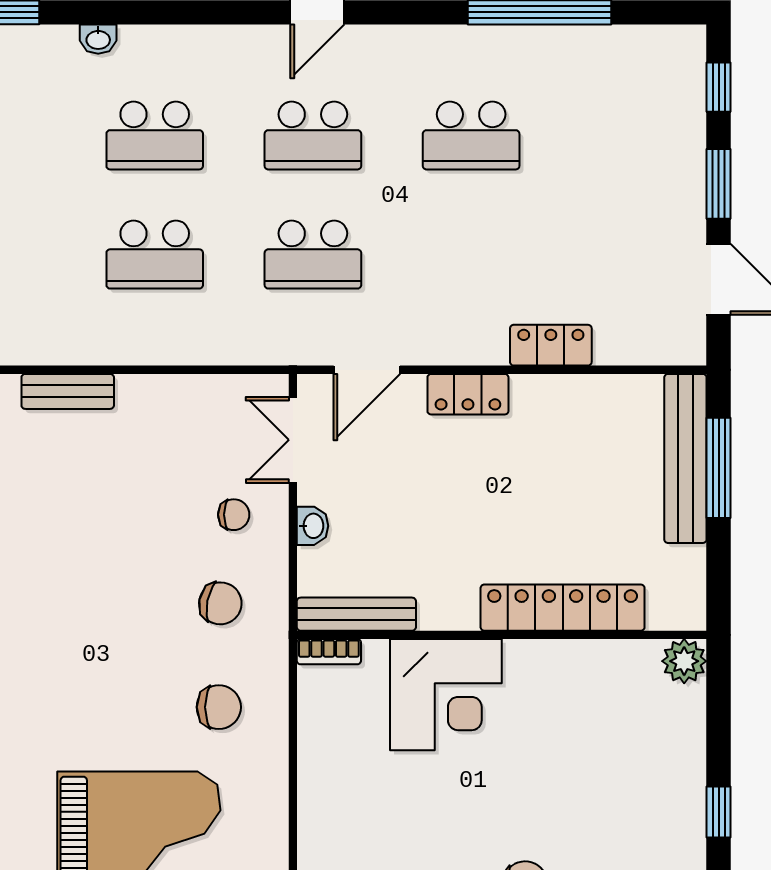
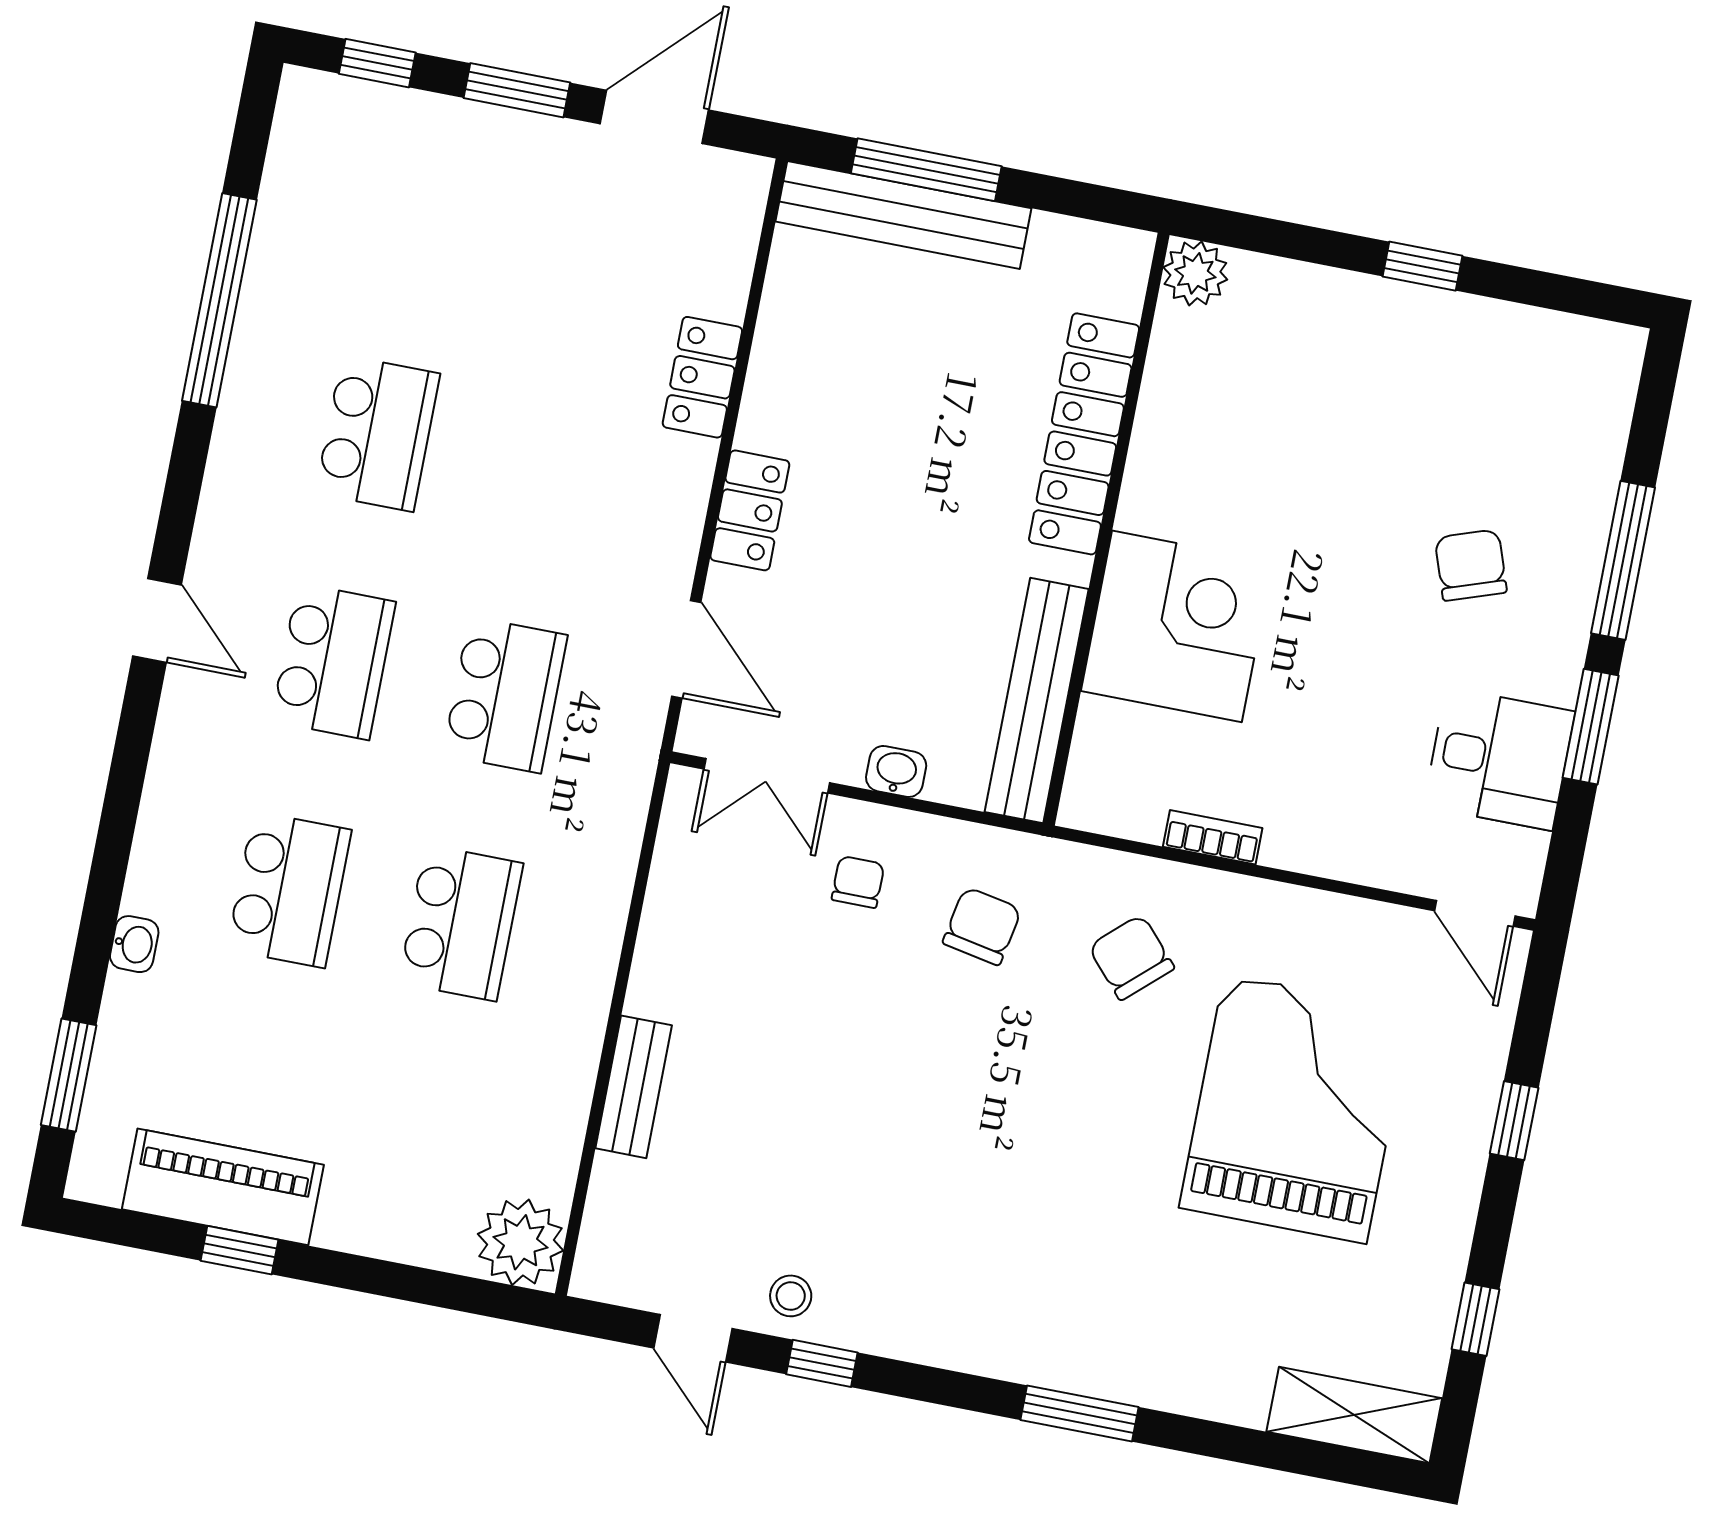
bench: (356, 614) -> (1037, 701), width x1.37, depth x1.21
bookcase: (329, 652) -> (1213, 837), moved, turned -90
chair: (219, 707) -> (1131, 957), turned -42

